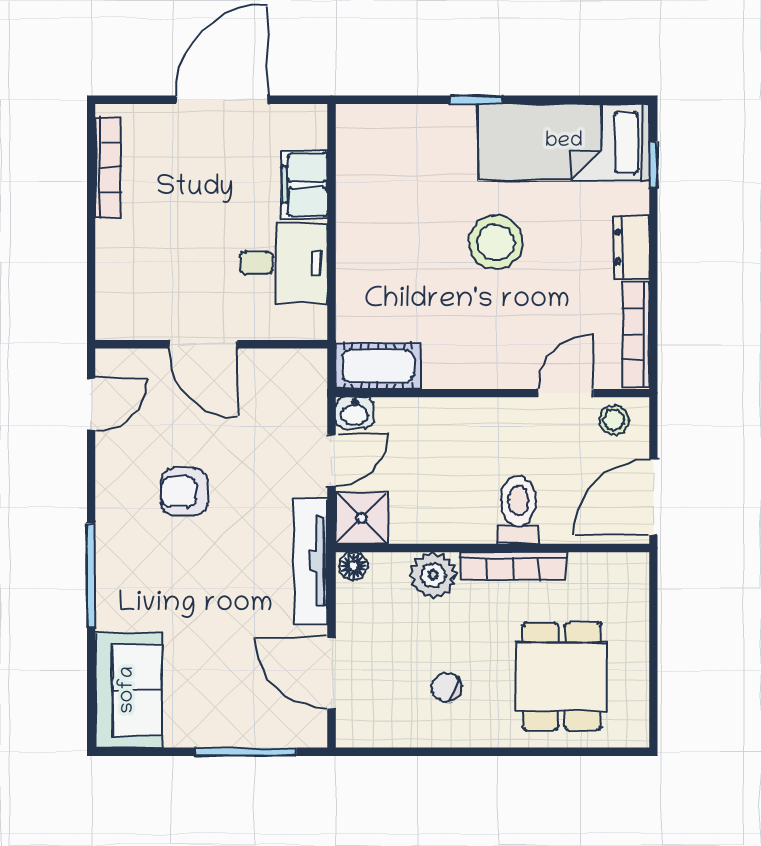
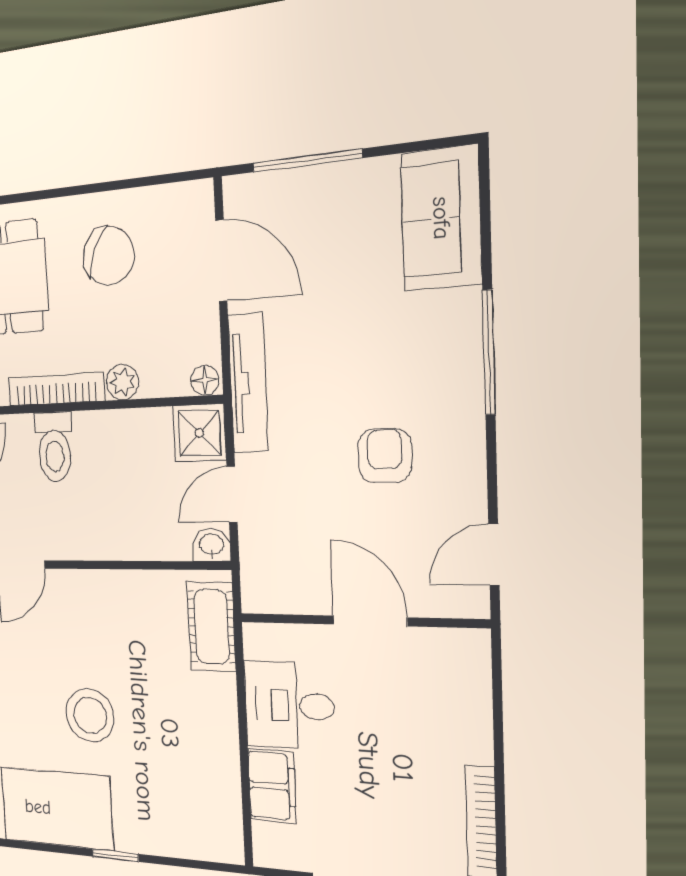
cot: (378, 366) -> (212, 627), moved, turned 90
armchair: (184, 492) -> (385, 456), turned -90
plant: (433, 575) -> (122, 382), width x0.73, depth x0.73
chair: (447, 688) -> (109, 256), width x1.87, depth x1.87

